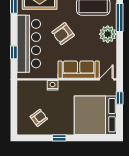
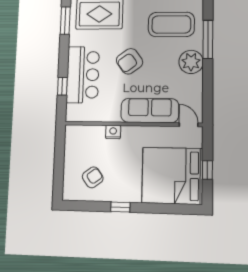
bar counter: (29, 44) -> (83, 75), width x0.73
door: (106, 79) -> (189, 125), hinge flipped
window: (120, 98) -> (207, 170), moved

